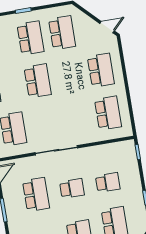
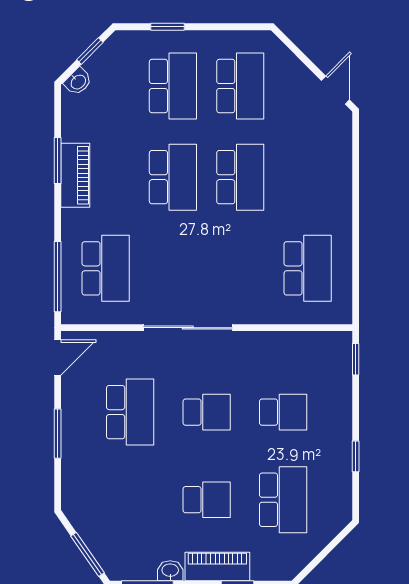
door: (107, 27) -> (335, 90), hinge flipped
school desk: (101, 70) -> (240, 177), moved

